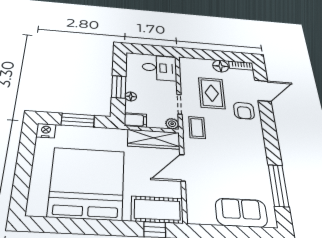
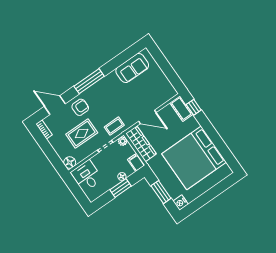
floor lamp: (221, 66) -> (70, 163), moved
window: (278, 185) -> (89, 81), moved
cot: (157, 210) -> (181, 109), width x0.73, depth x0.75
sofa: (241, 213) -> (132, 68), moved, turned -90

